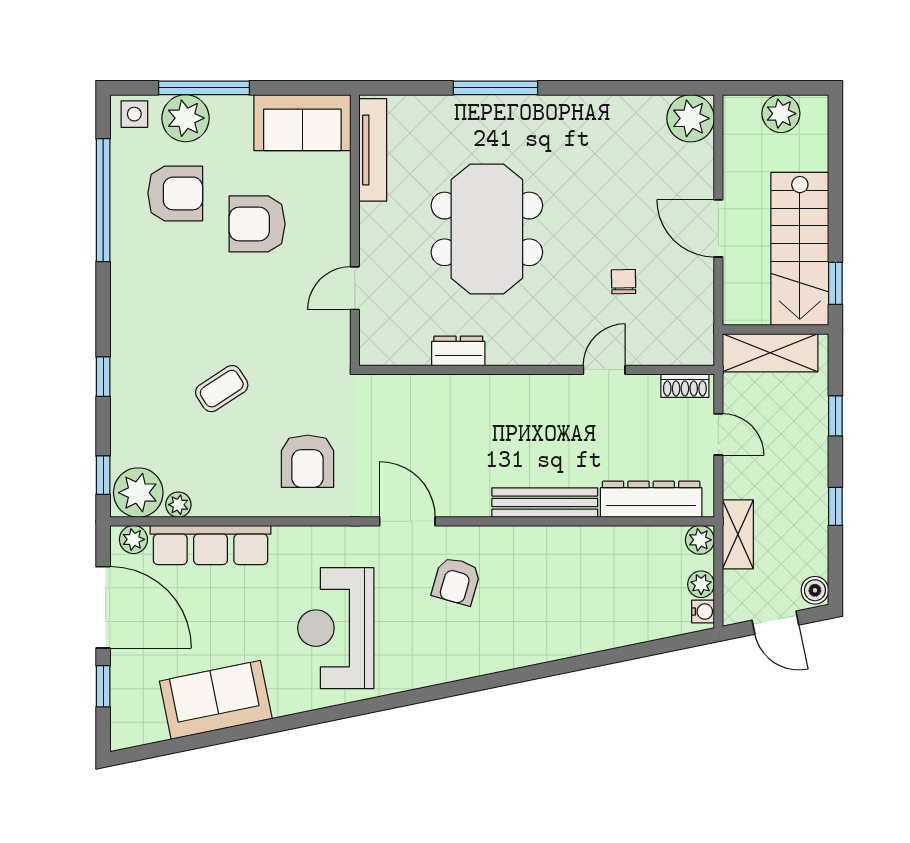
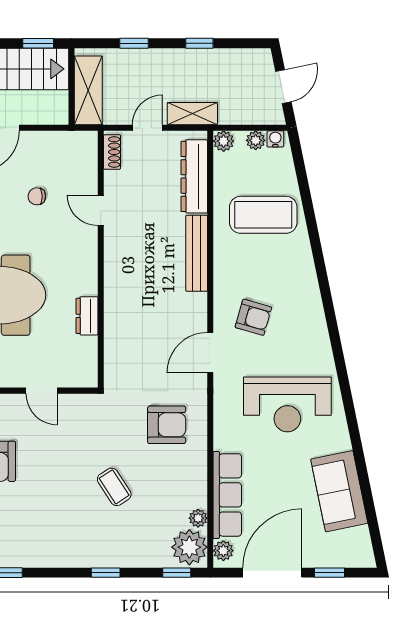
shelving: (738, 534) -> (192, 114), moved
boiler: (815, 590) -> (260, 58), removed
coffee table: (598, 595) -> (263, 215), added

